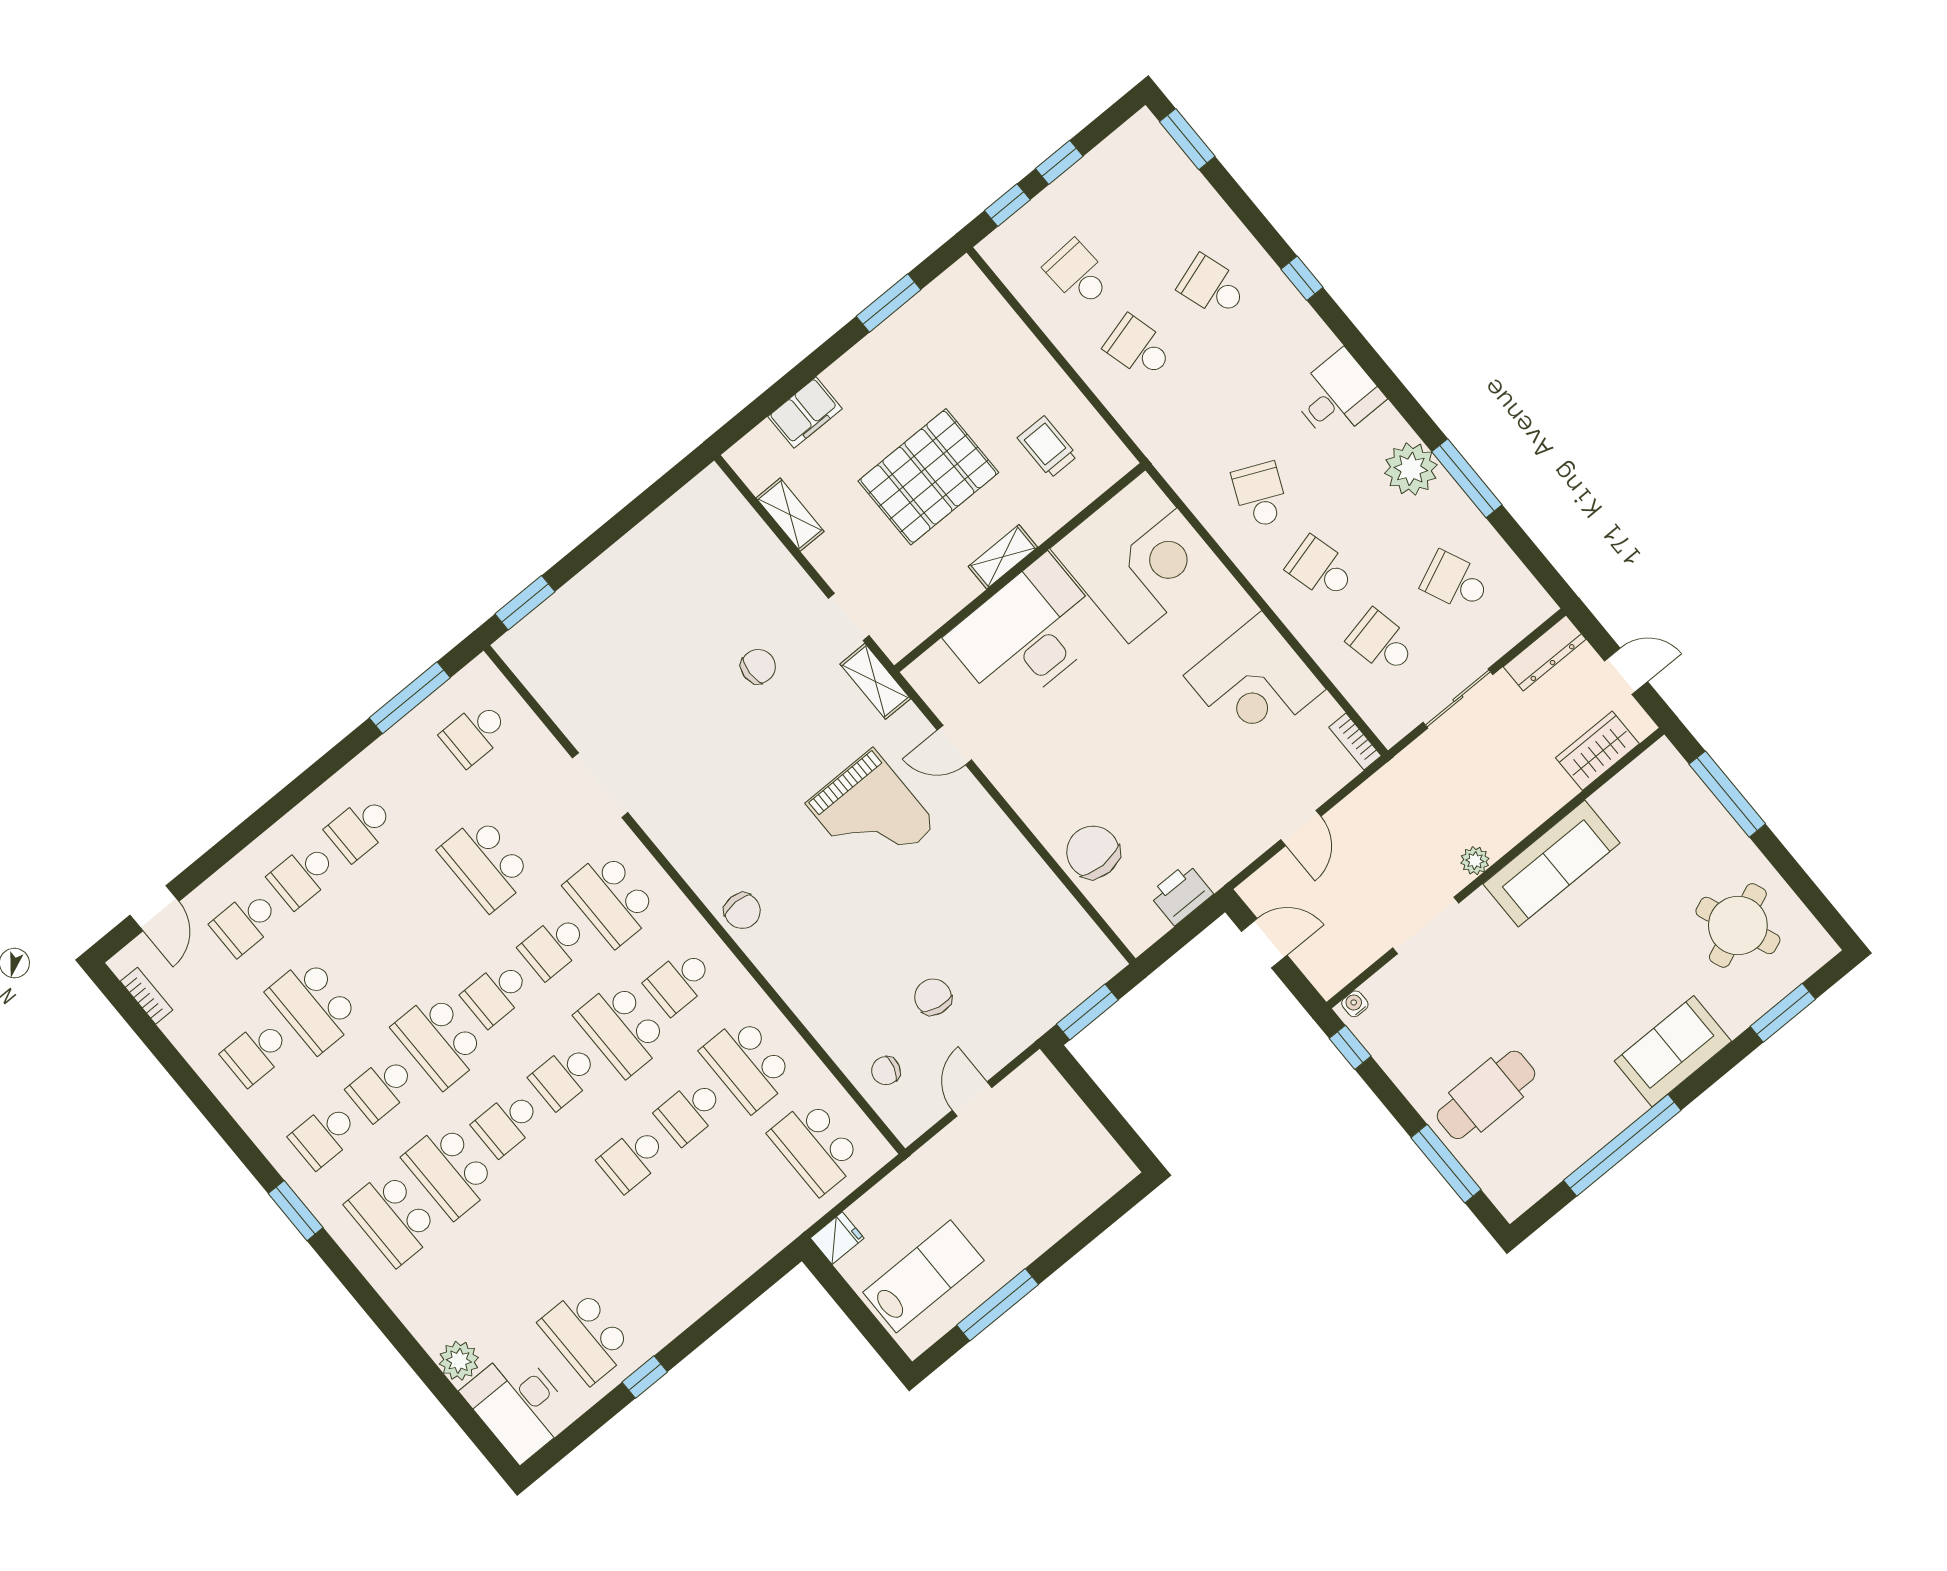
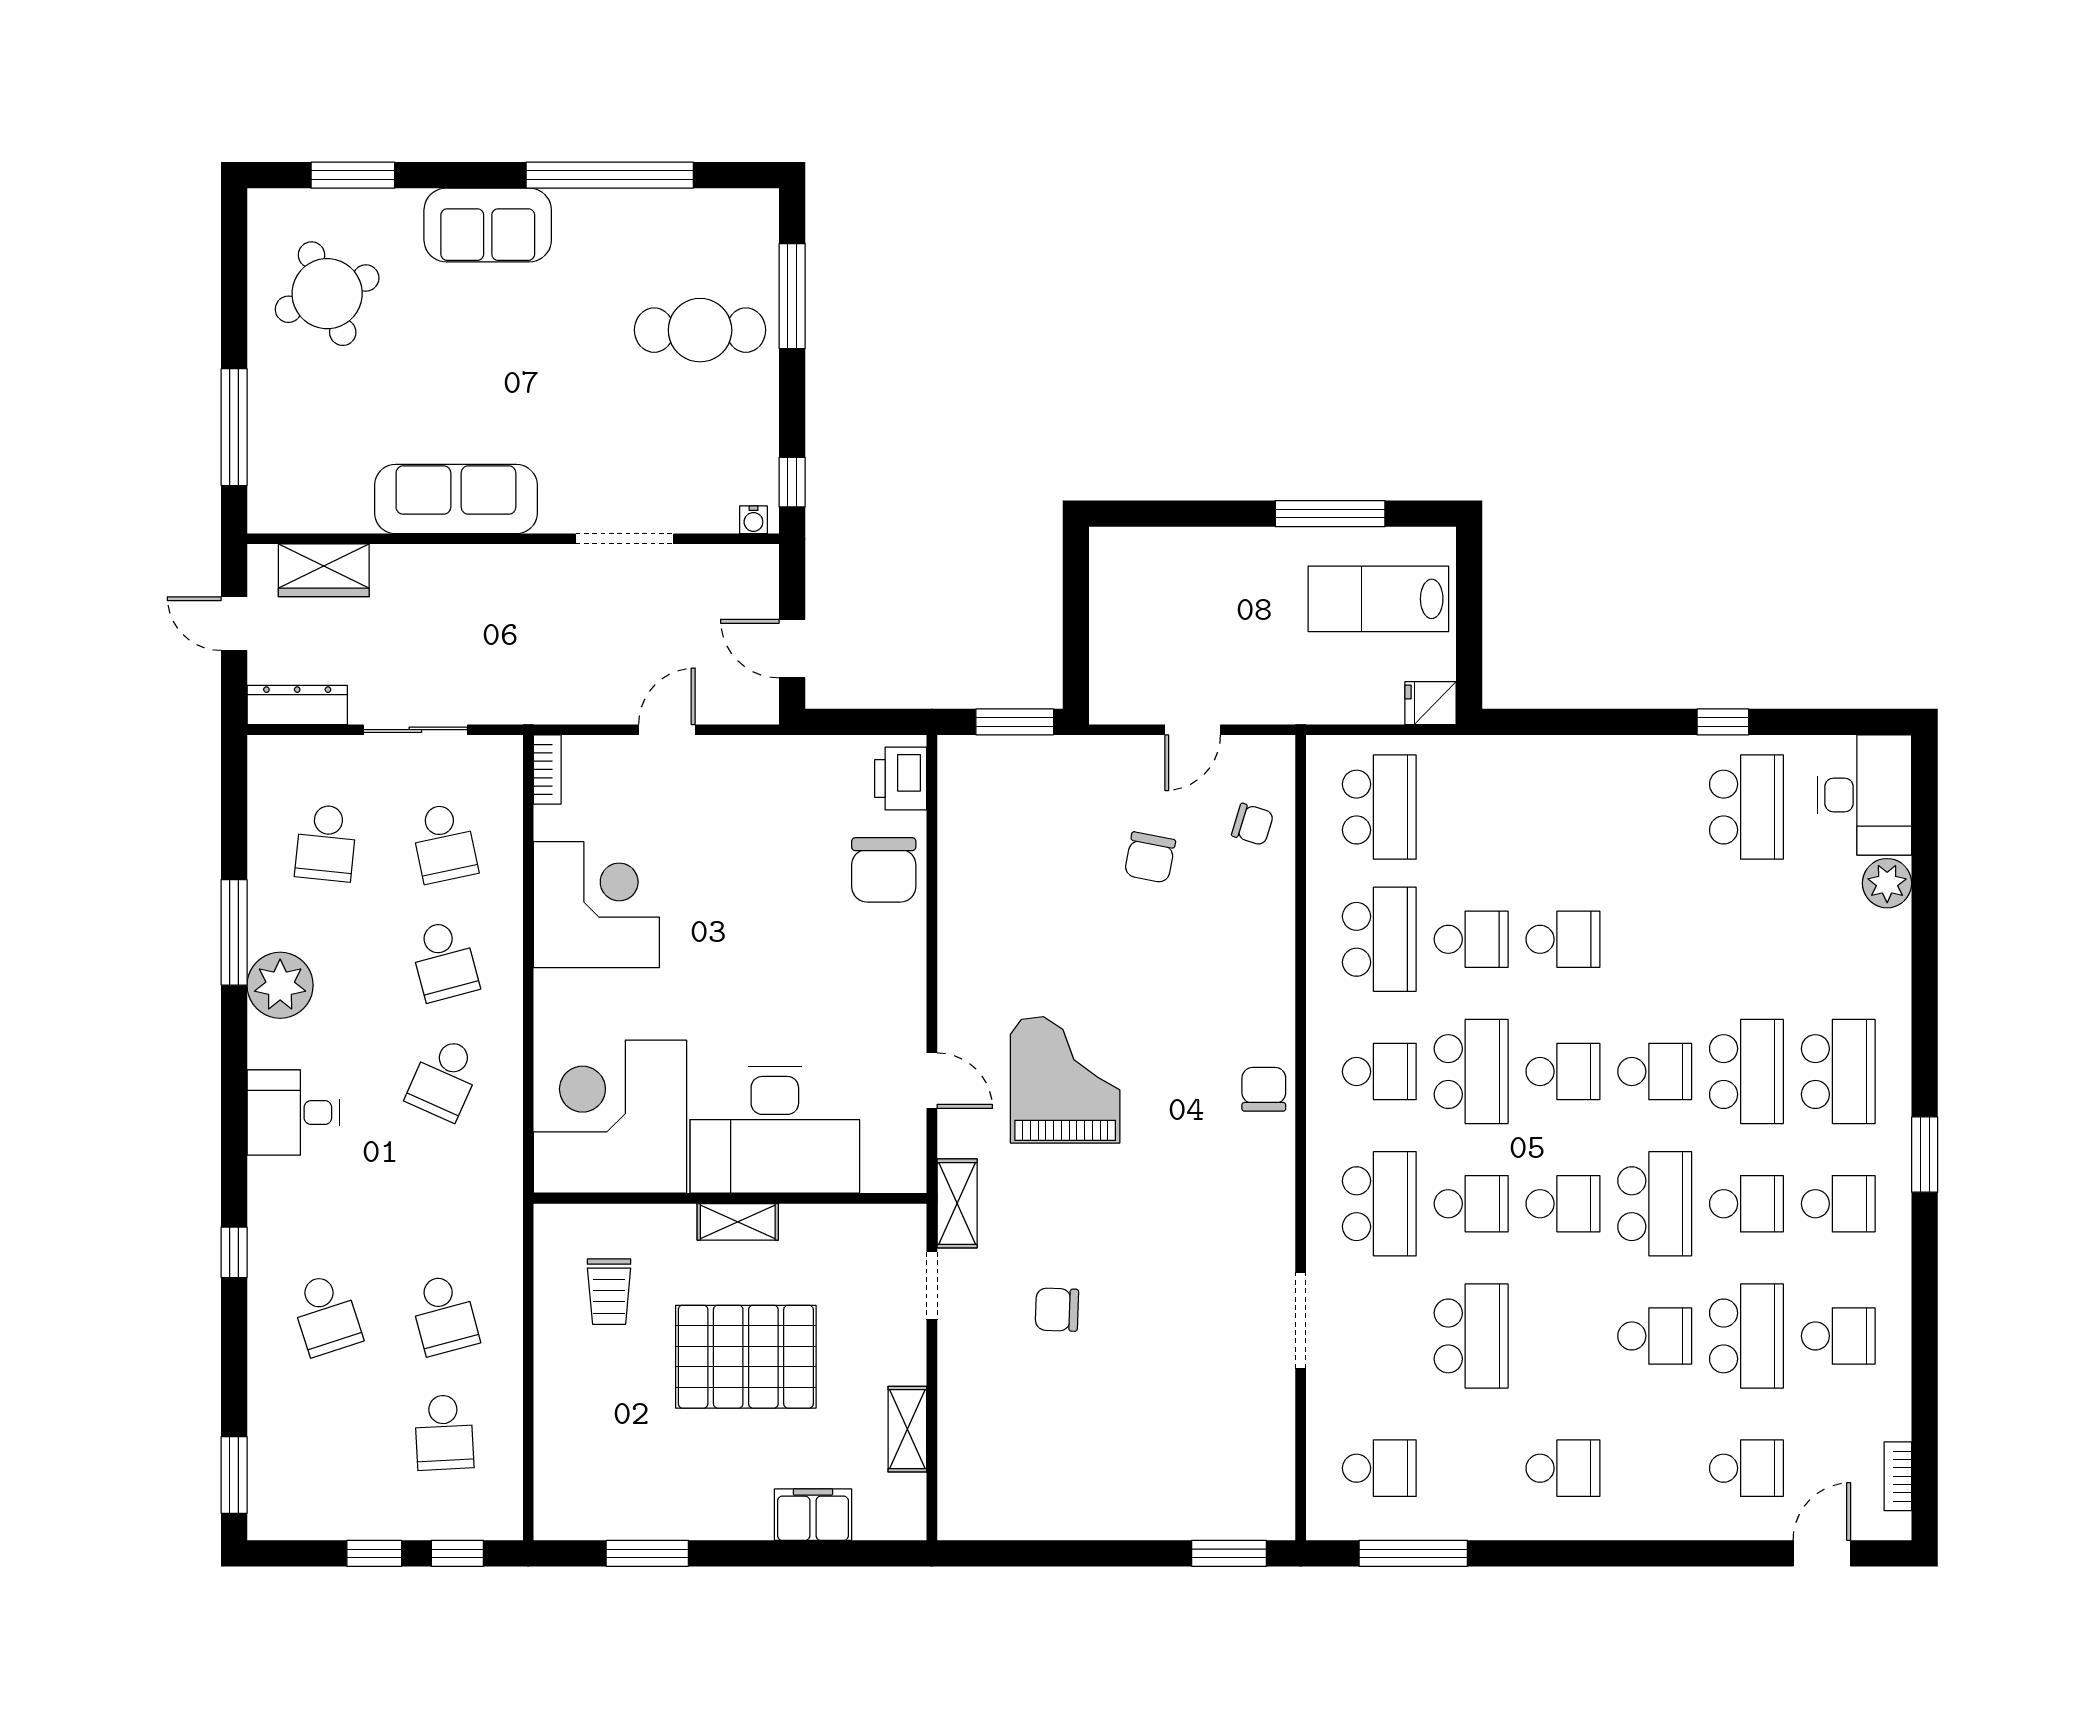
school desk: (1456, 582) -> (326, 843), turned 30
plant: (1475, 861) -> (527, 562), removed
school desk: (303, 875) -> (1655, 1336), moved
printer: (1181, 894) -> (901, 779), moved, turned 90

